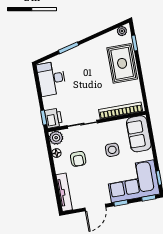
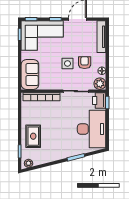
rug: (122, 63) -> (33, 136), width x0.73, depth x0.70
desk: (51, 79) -> (92, 129), width x1.36, depth x1.30
side table: (112, 150) -> (67, 63), moved

